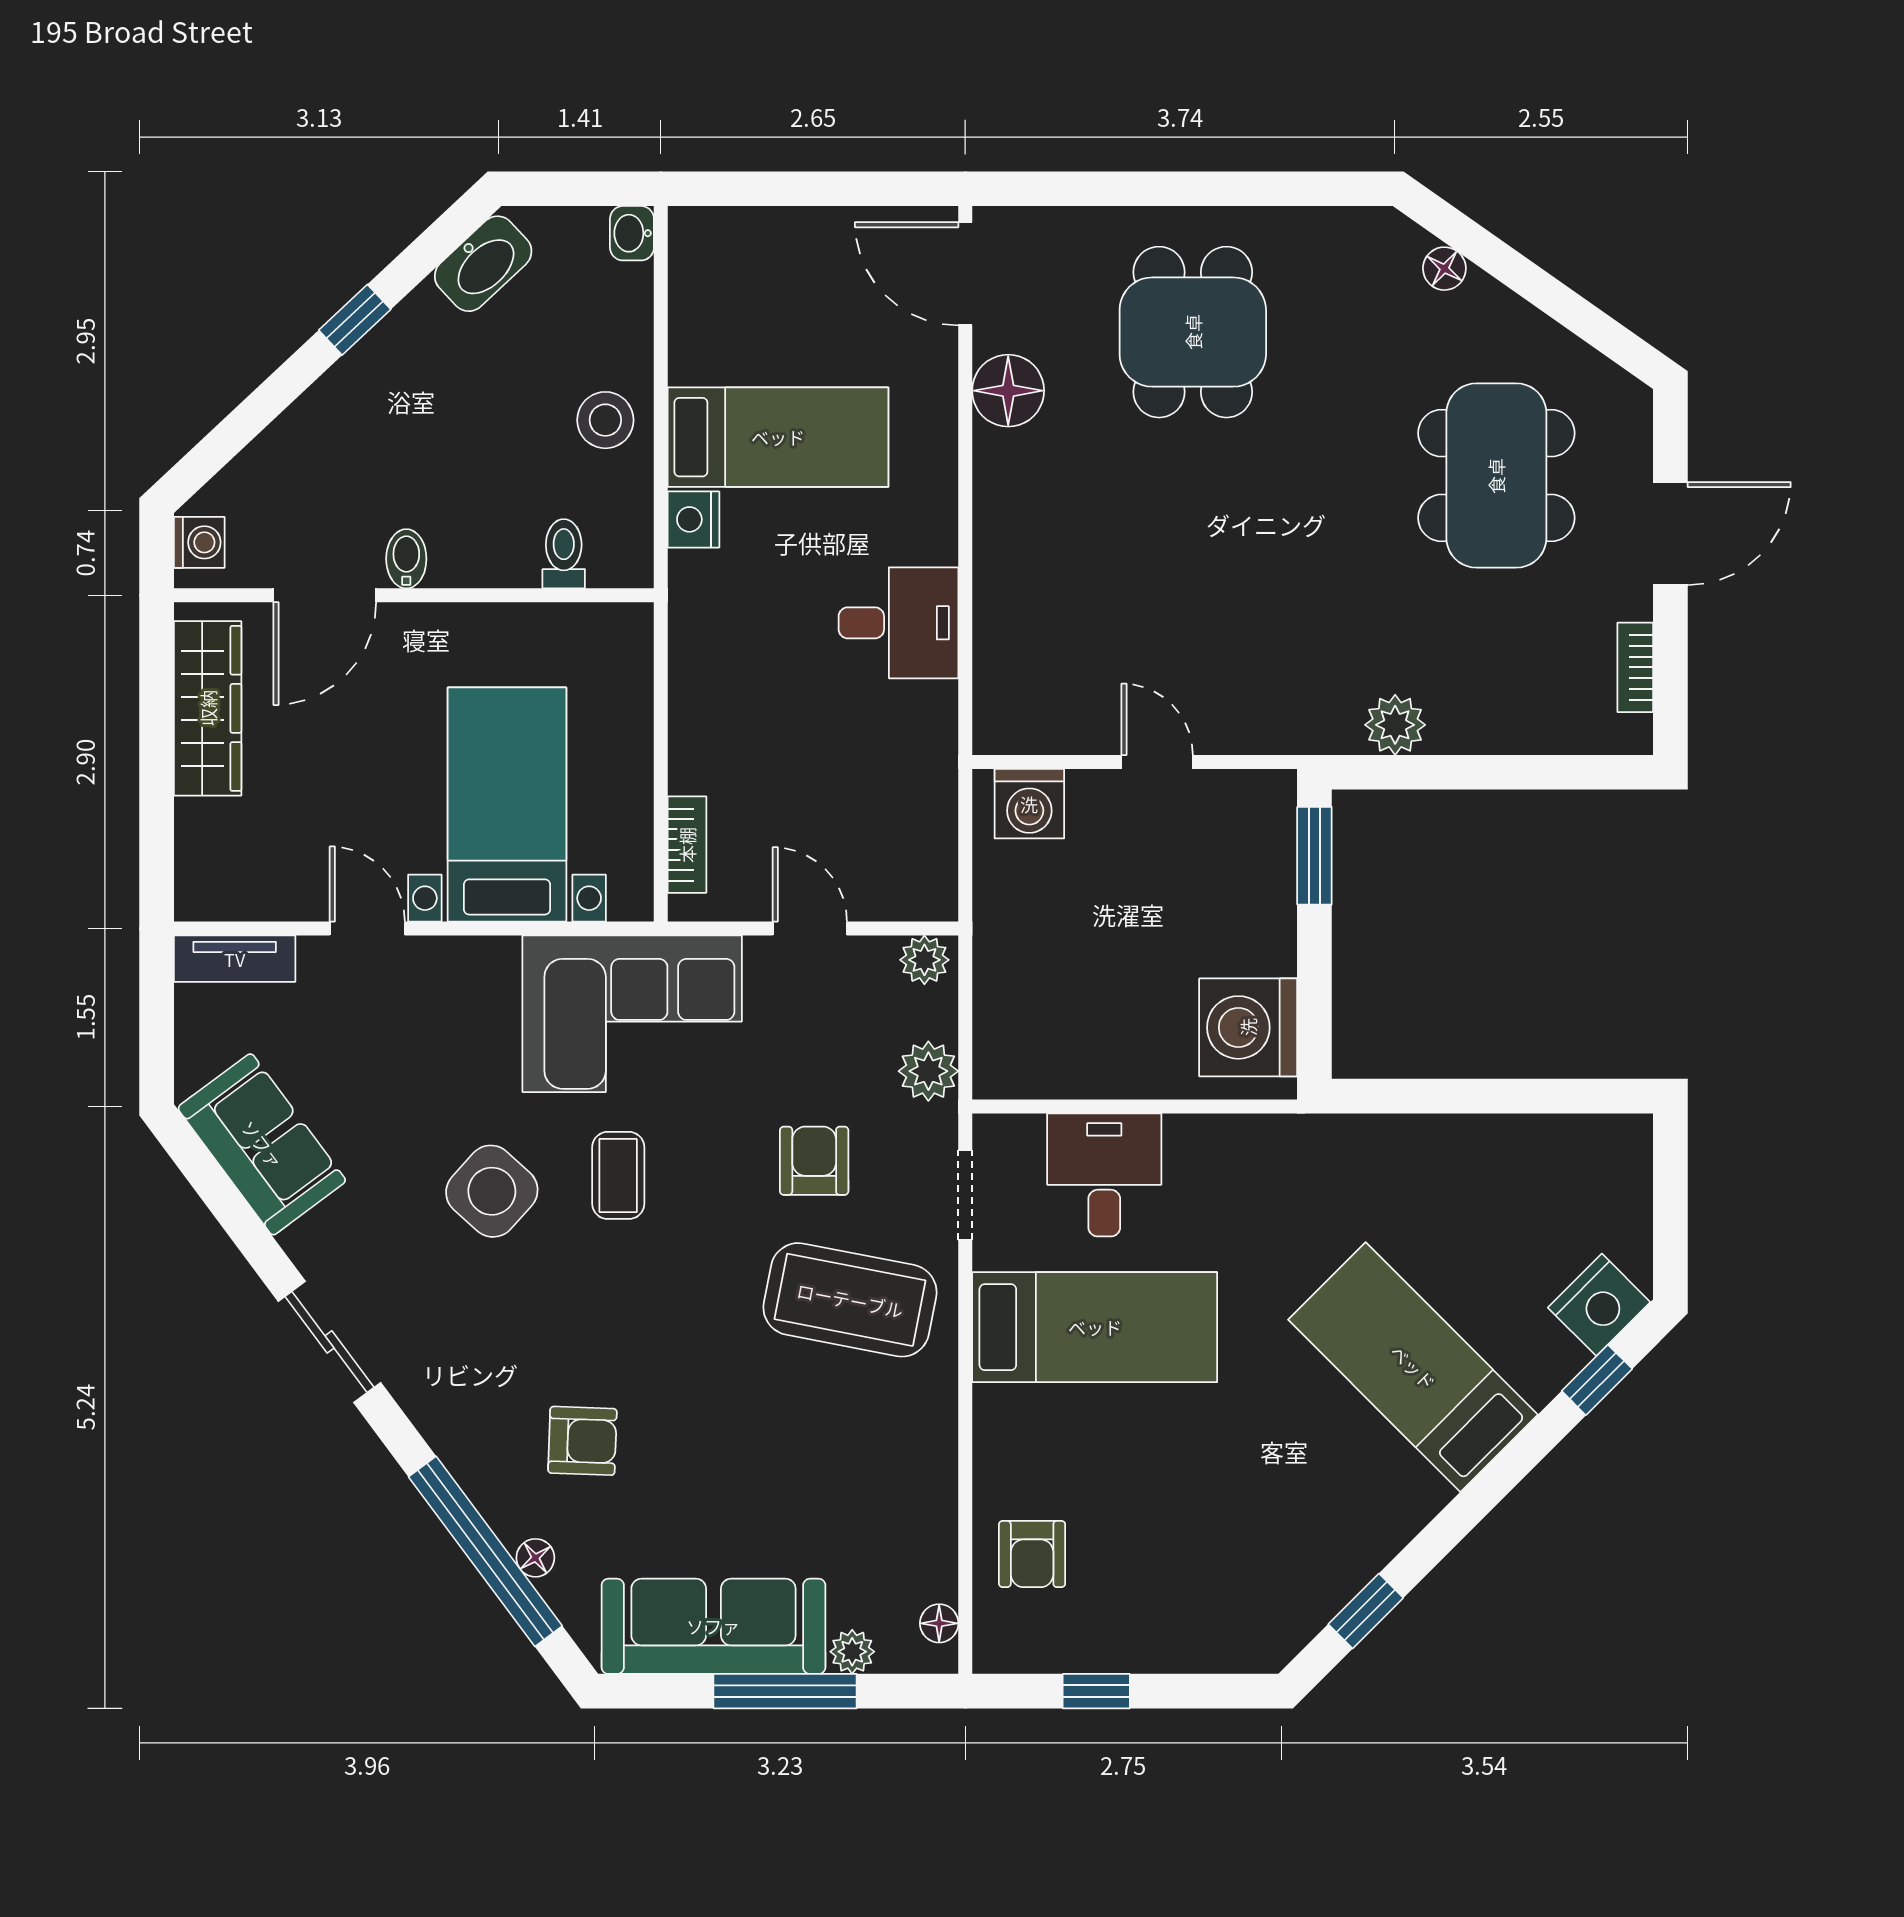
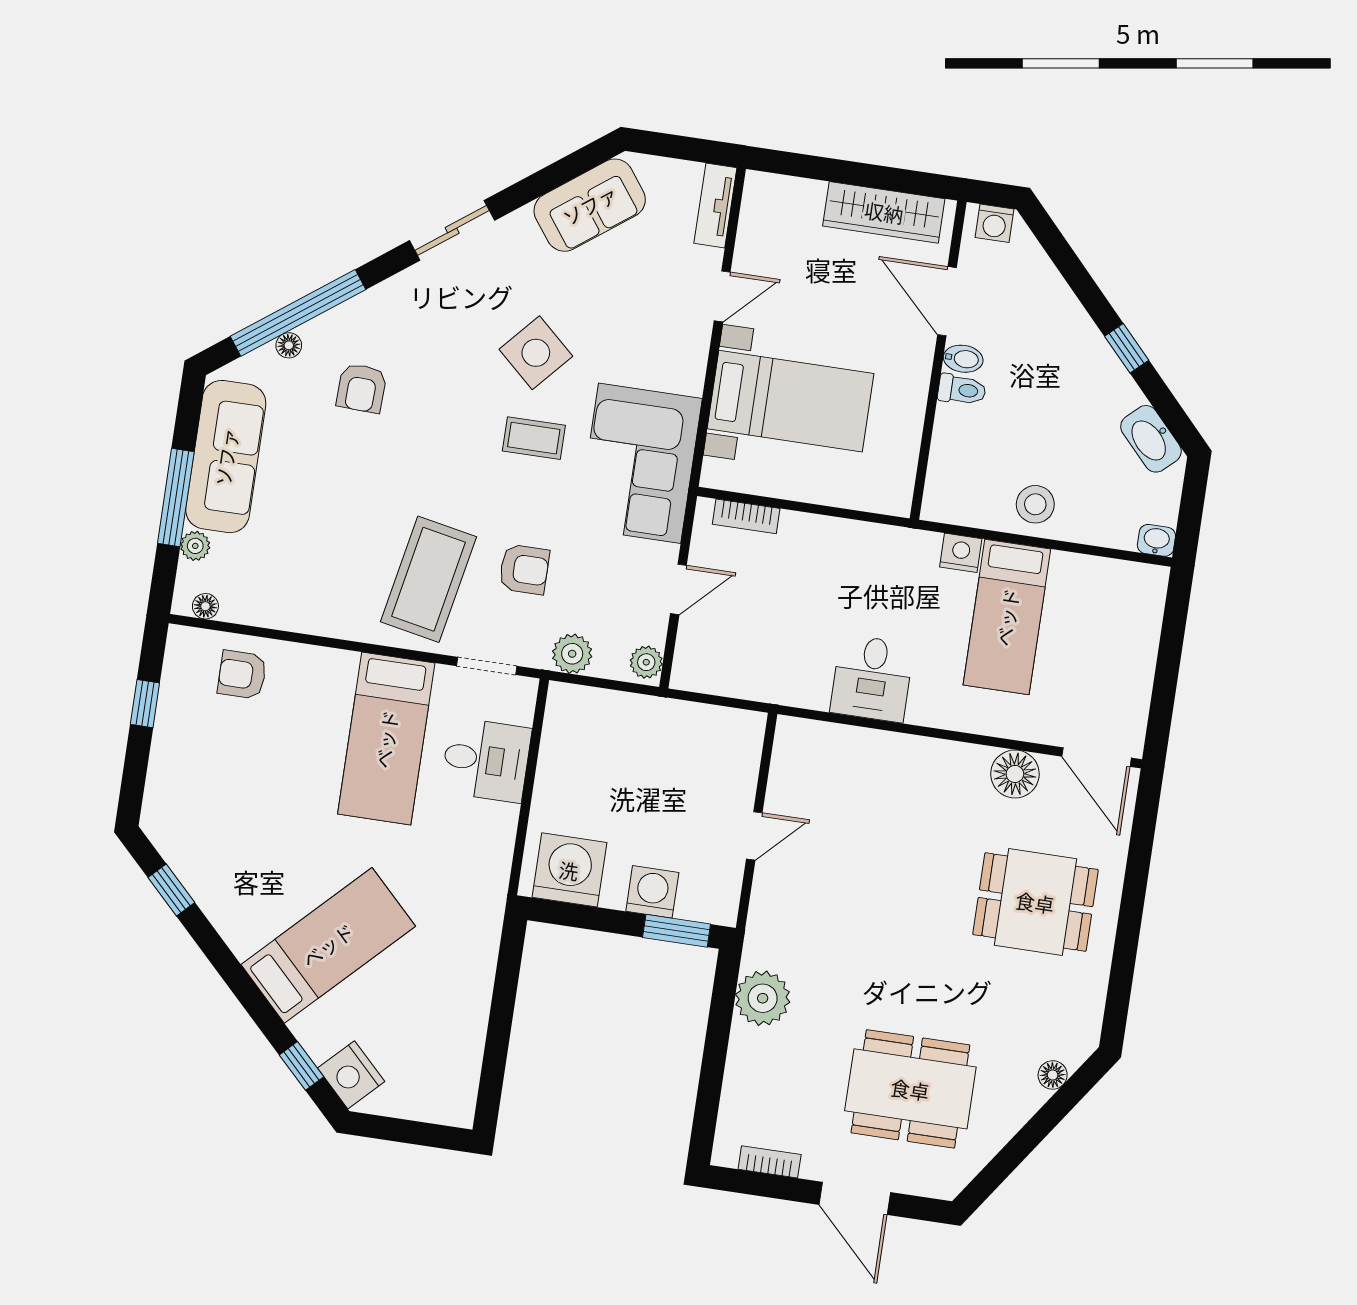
door: (965, 274) -> (1097, 757), swing flipped
toilet: (564, 554) -> (962, 390), moved
plant: (1395, 725) -> (763, 998), width x1.36, depth x1.36
washing machine: (1029, 804) -> (652, 892), moved, turned 90

